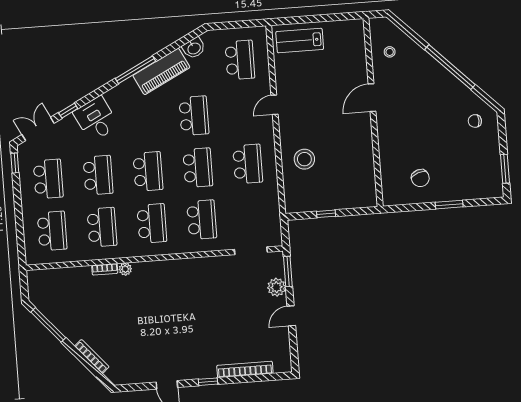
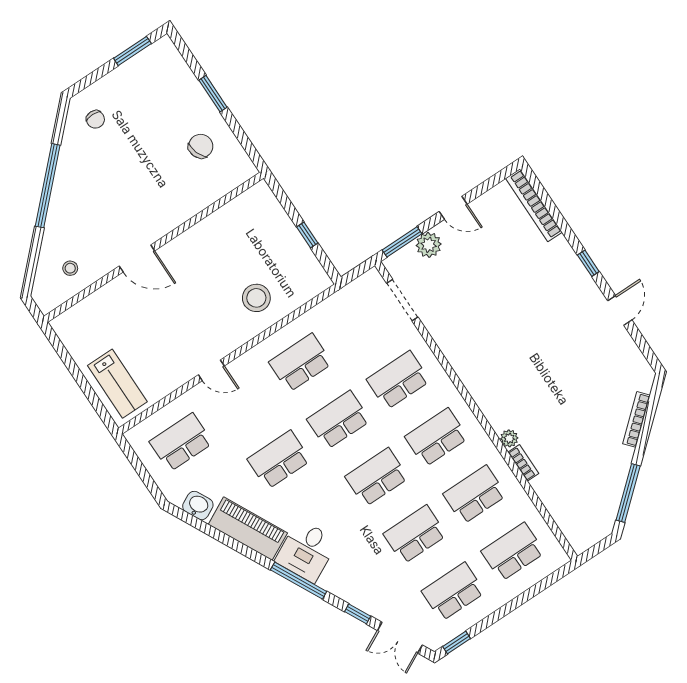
window: (136, 70) -> (299, 581), moved
desk: (96, 119) -> (306, 551), moved
bookcase: (245, 369) -> (534, 205), moved

